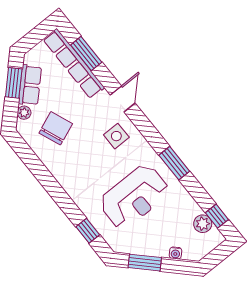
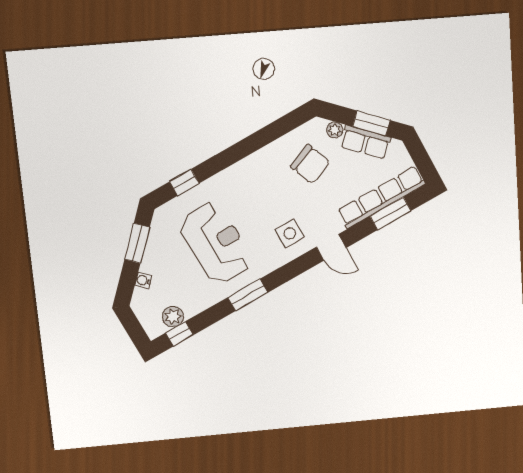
reception desk: (134, 197) -> (216, 243), turned 180

